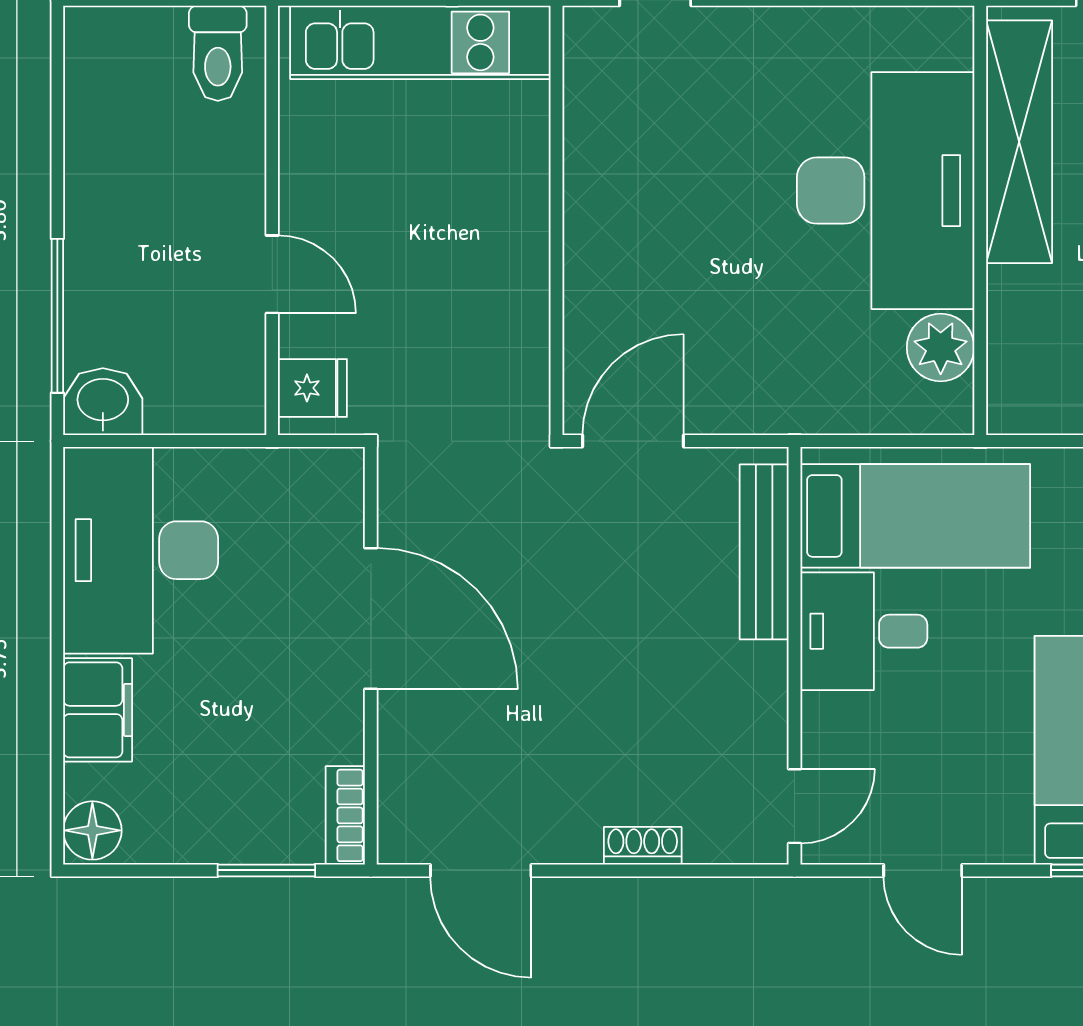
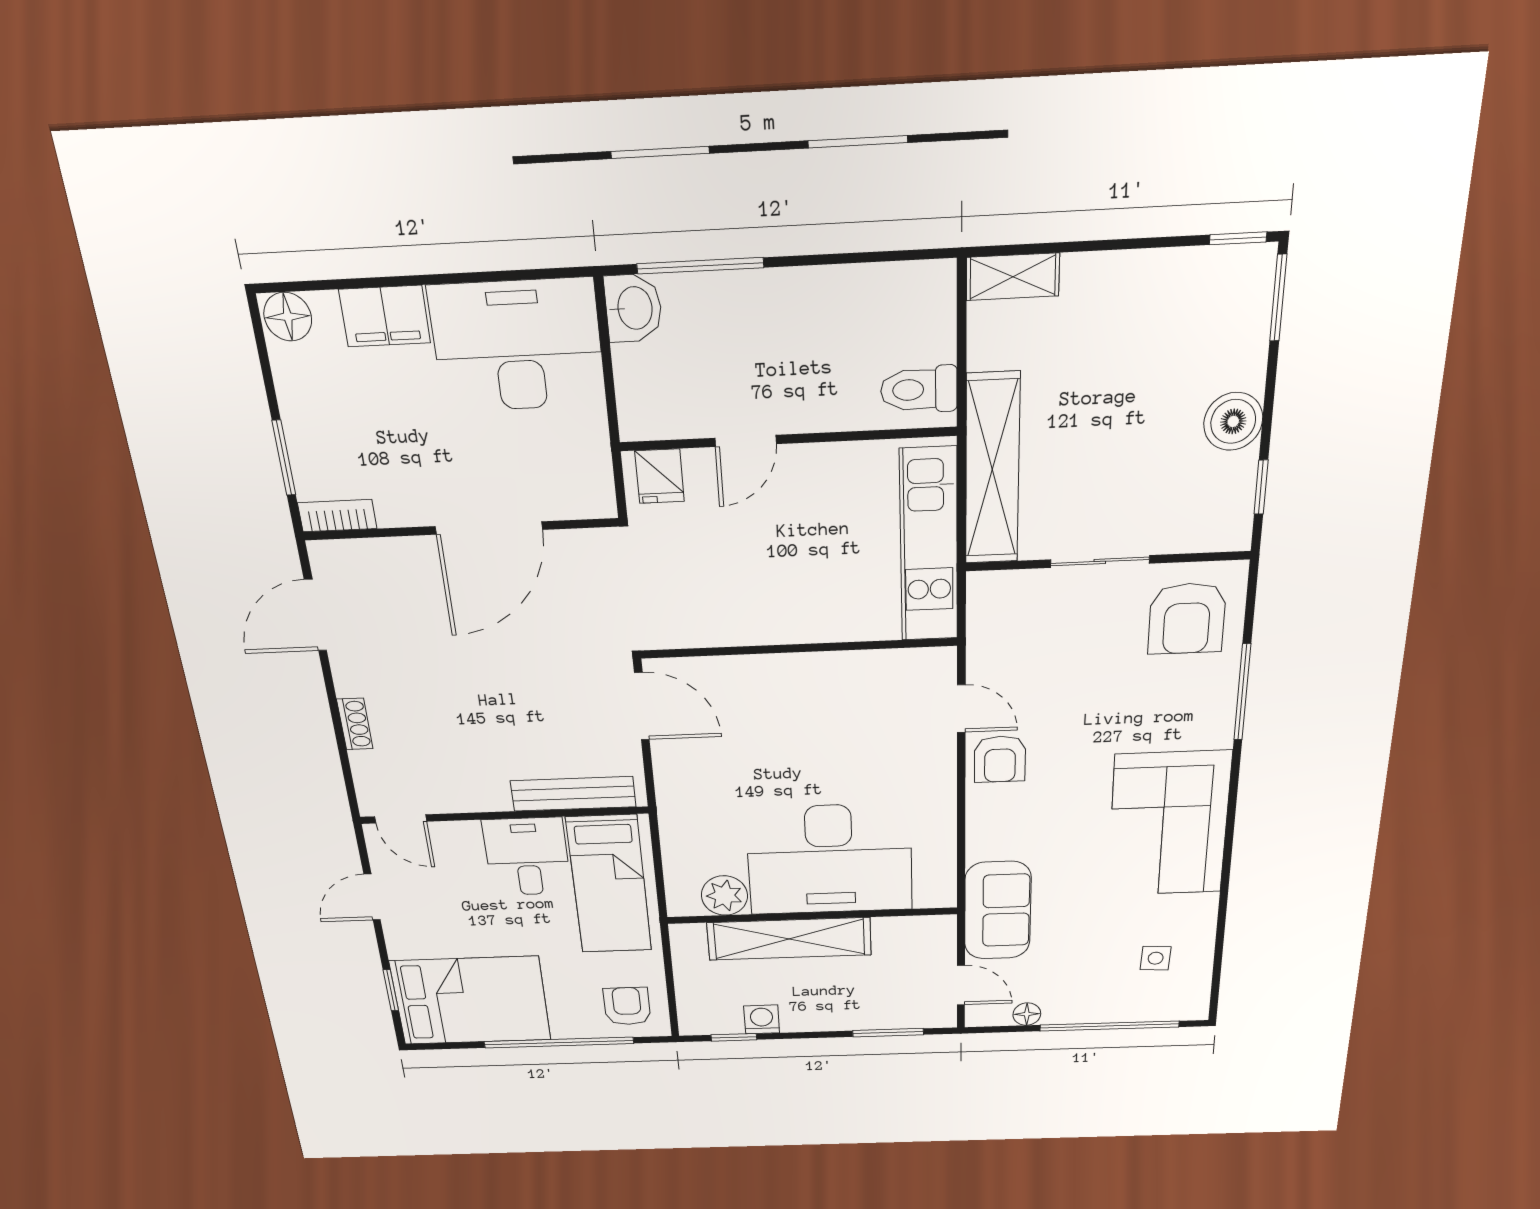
shelving: (1019, 142) -> (789, 939), moved

